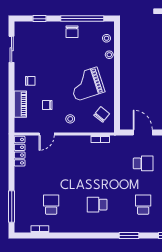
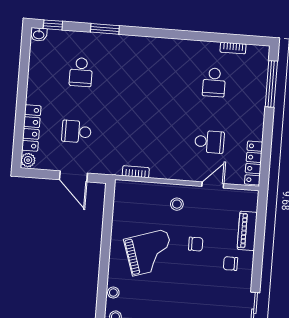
chair: (47, 105) -> (196, 244), moved
chair: (102, 114) -> (131, 207), removed
school desk: (97, 205) -> (209, 142), moved

